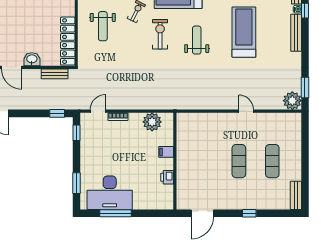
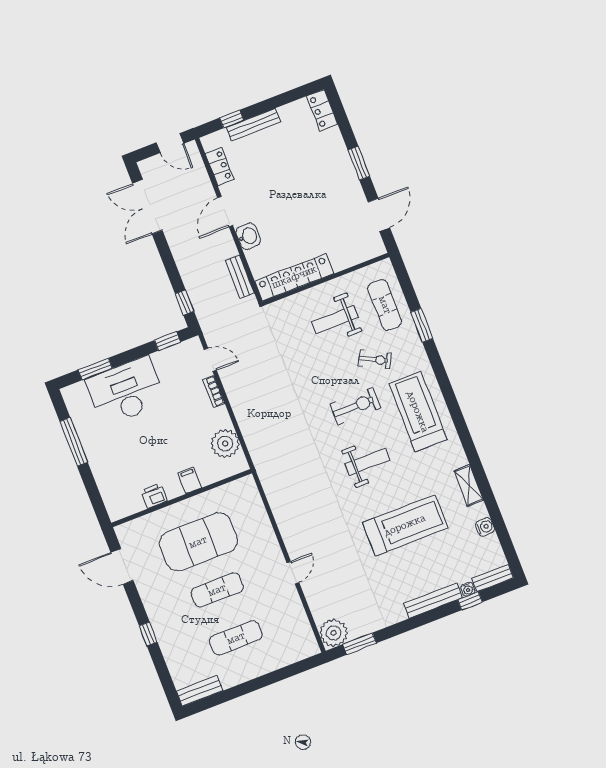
exercise mat: (205, 161) -> (198, 542), added
desk: (110, 193) -> (126, 391), moved, turned 90

